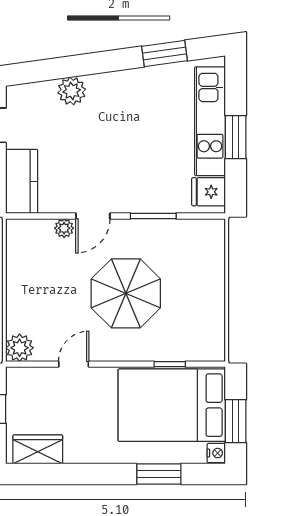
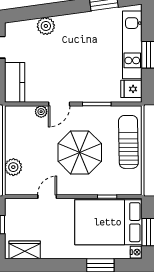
sun lounger: (204, 277) -> (128, 142), added
plant: (20, 348) -> (13, 167), moved

